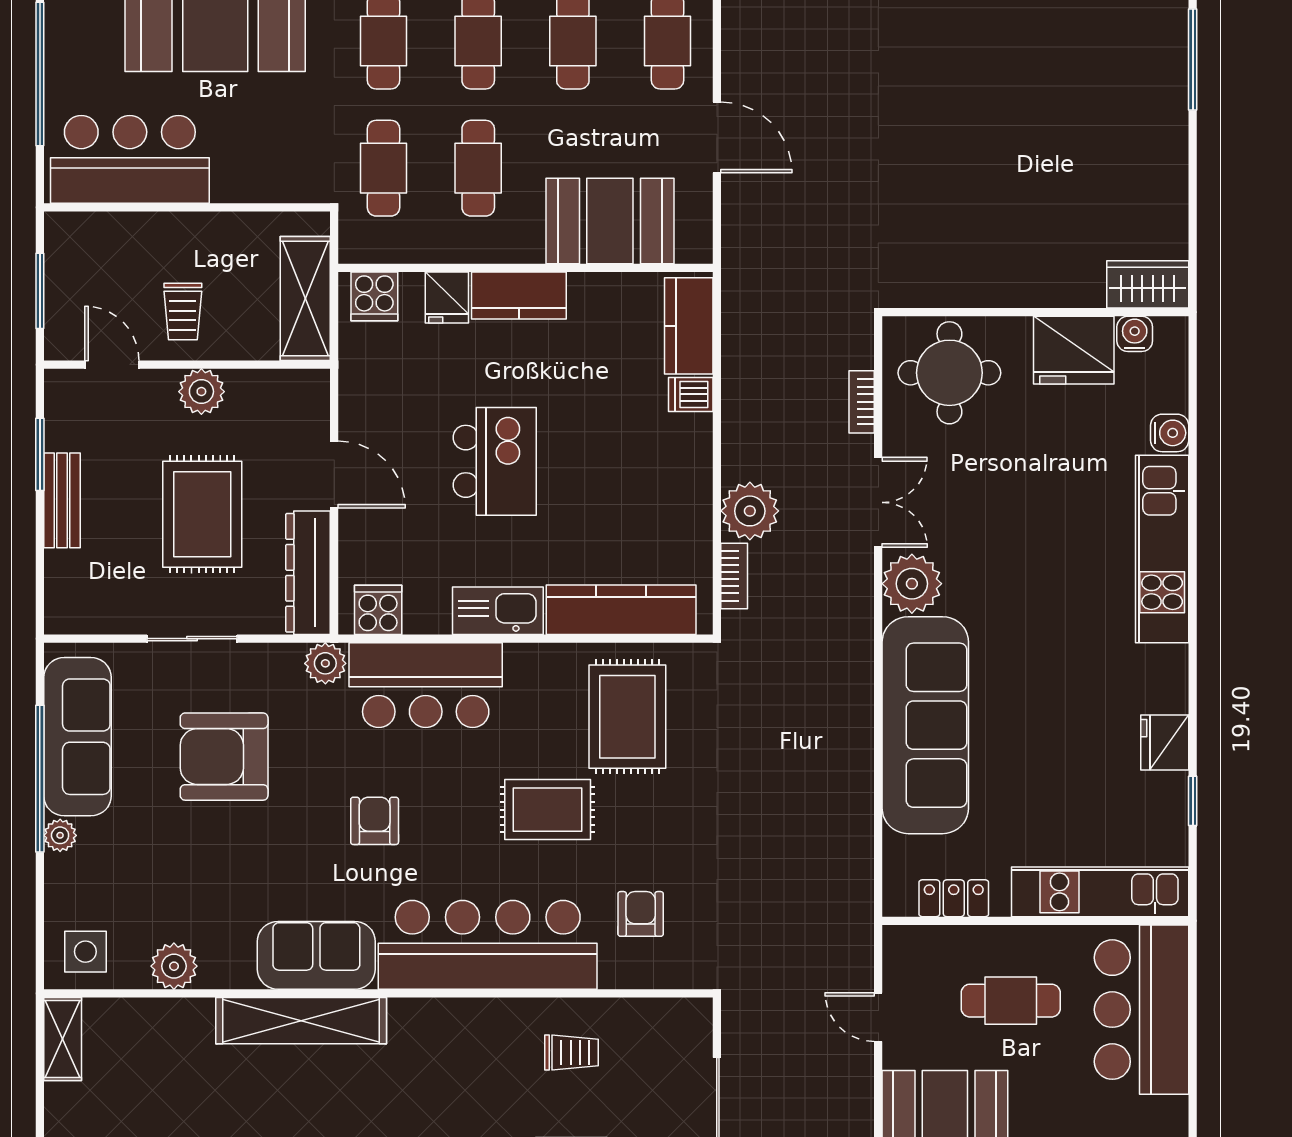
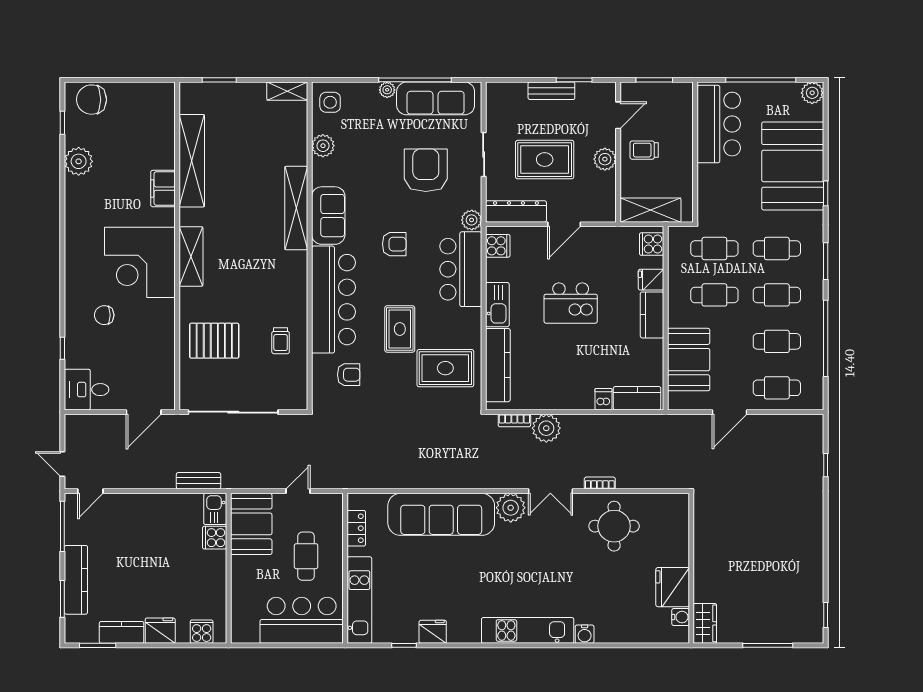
wardrobe: (1148, 284) -> (705, 623), moved
wall: (1035, 312) -> (691, 568), moved
water cooler: (1135, 334) -> (681, 617), moved
fridge: (1074, 350) -> (673, 587), moved

